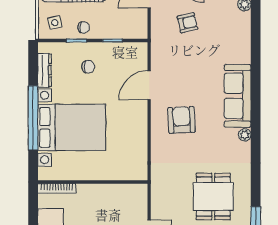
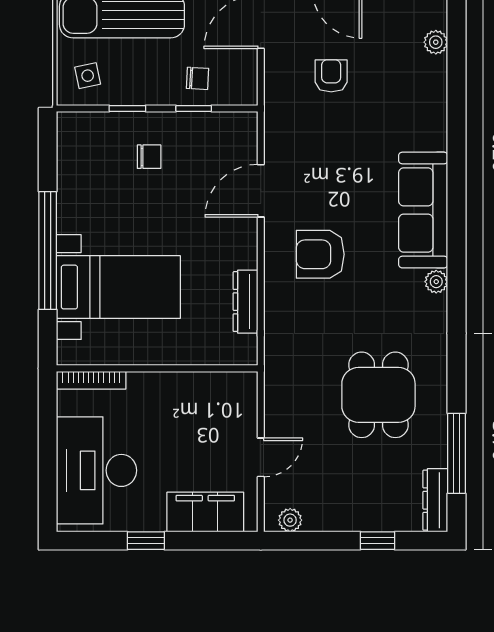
armchair: (187, 23) -> (331, 76), turned -77
chair: (84, 27) -> (197, 78), moved
dresser: (45, 70) -> (246, 302), moved, turned 180
armchair: (181, 120) -> (320, 254), turned -87
bed with nightstands: (72, 128) -> (118, 287), width x0.73

